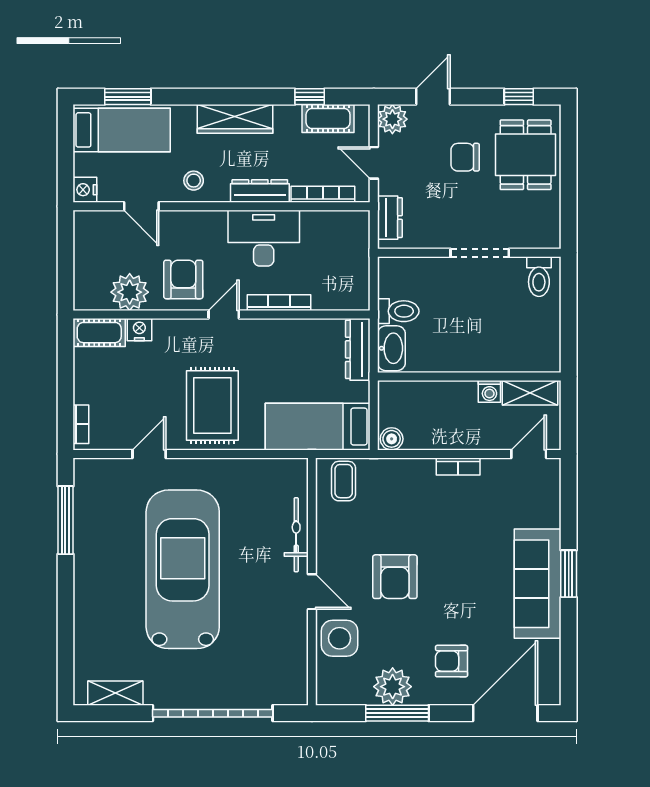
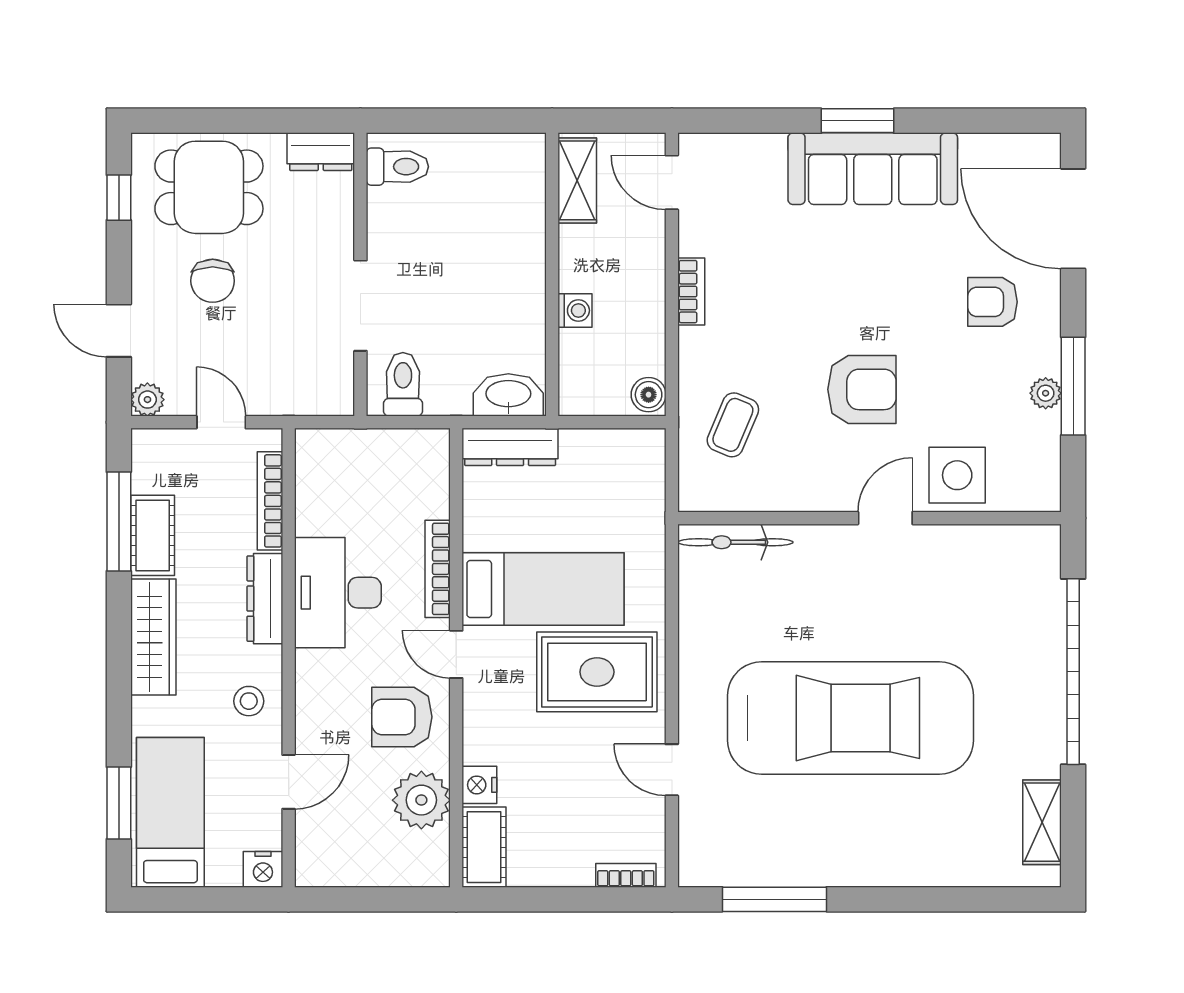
window: (310, 97) -> (119, 522), width x2.17
cot: (328, 118) -> (153, 535), moved
plant: (392, 119) -> (147, 400), width x0.73, depth x0.73
door: (374, 163) -> (221, 422), swing flipped
dresser: (390, 218) -> (321, 152), moved, turned 180
doorway: (480, 253) -> (360, 306), moved
toilet: (398, 311) -> (403, 384), moved
washing machine: (489, 391) -> (575, 310), moved
bed: (318, 427) -> (543, 589), moved, turned -90
coffee table: (344, 481) -> (733, 425), moved, turned -67
bicycle: (296, 535) -> (735, 542), moved
car: (183, 569) -> (850, 718), turned 180
armchair: (452, 661) -> (993, 302), turned 90
plant: (393, 687) -> (1046, 393), width x0.53, depth x0.53

